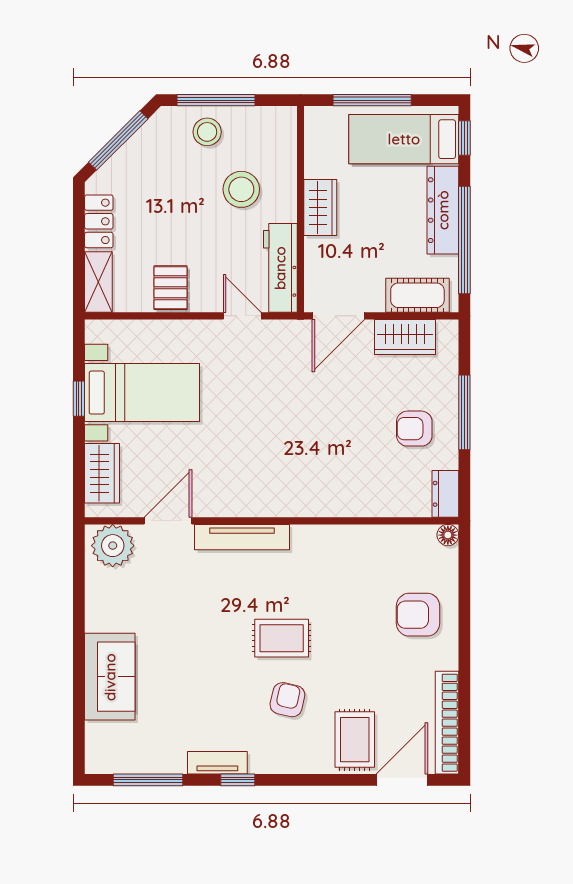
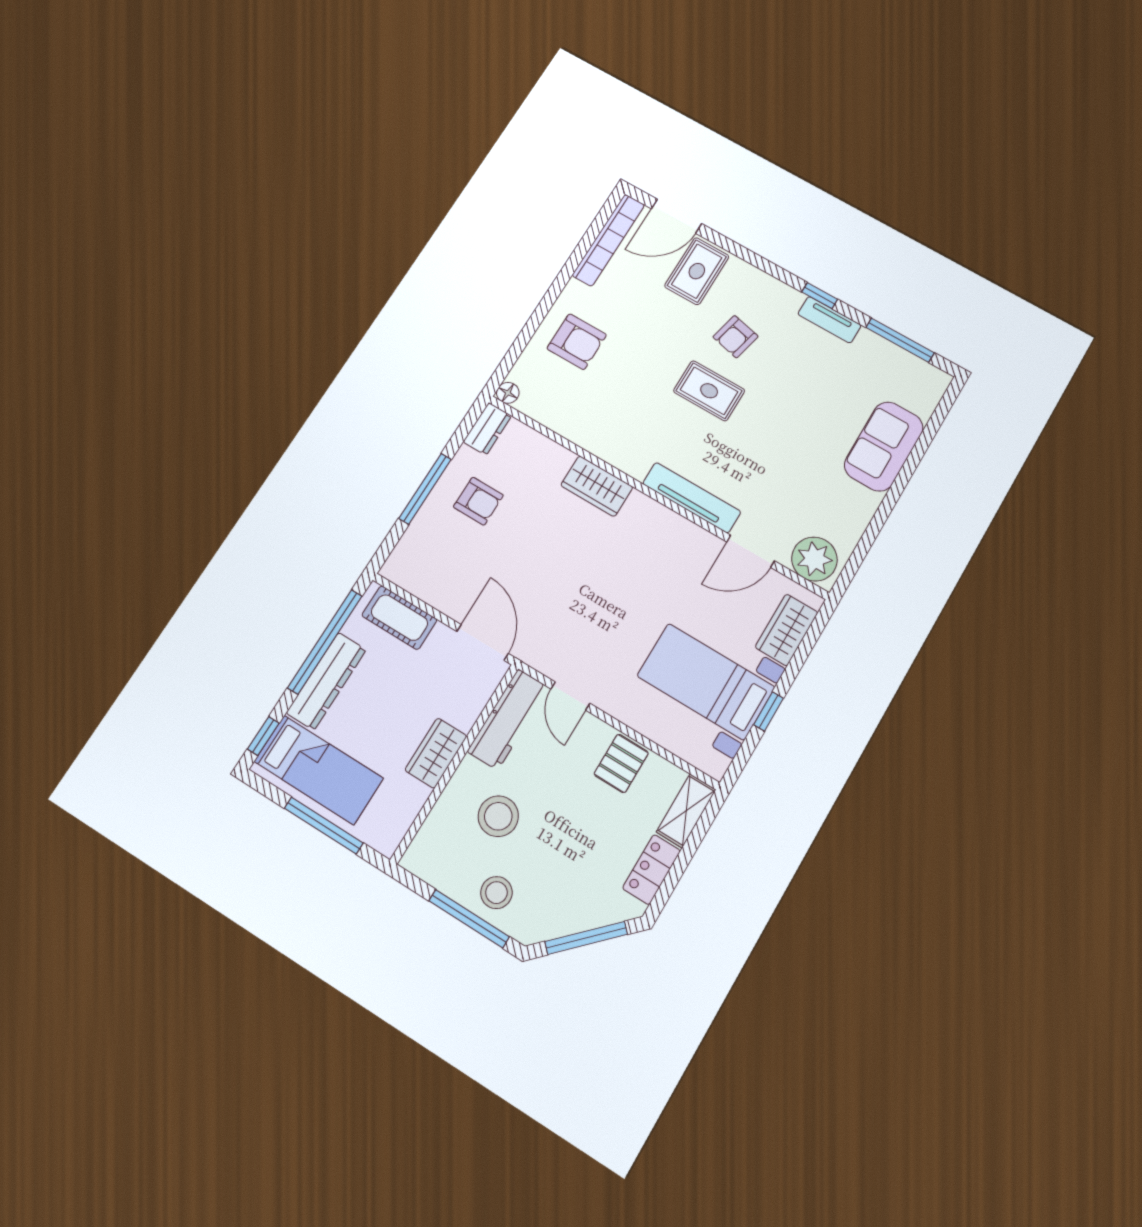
door: (338, 316) -> (483, 642), hinge flipped
wardrobe: (405, 337) -> (597, 486), moved, turned 180

